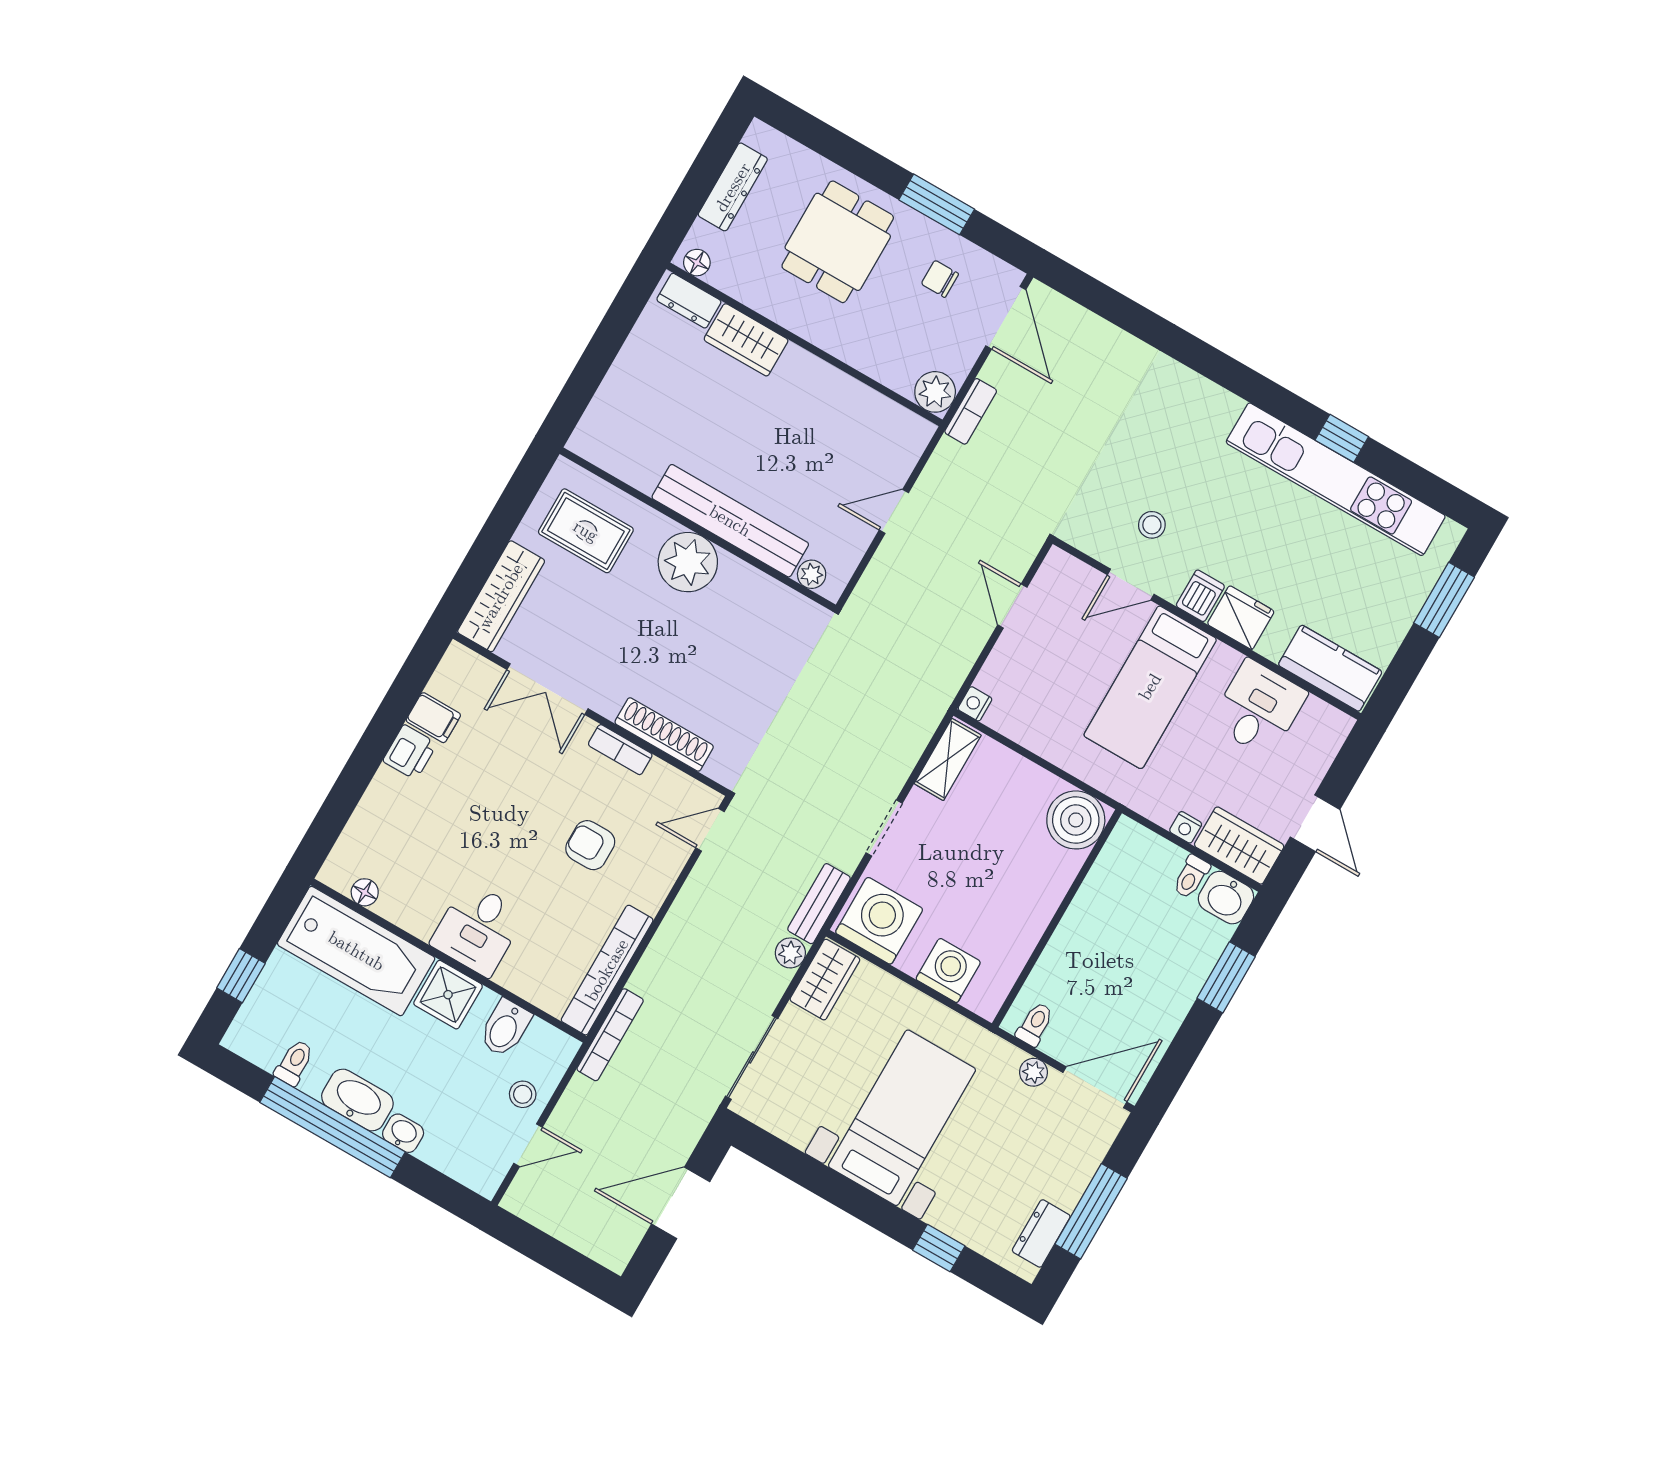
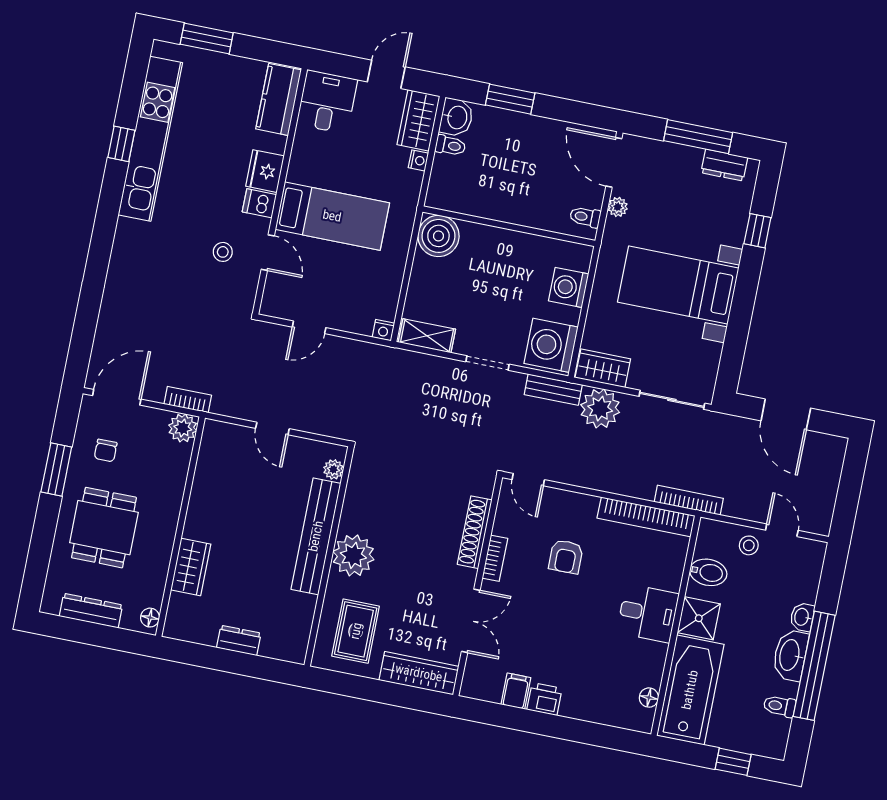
dining table: (838, 242) -> (104, 528), turned 90
dresser: (689, 301) -> (239, 640), moved, turned -90
desk: (1259, 708) -> (327, 102), moved, turned 90
plant: (790, 953) -> (600, 409), width x1.88, depth x1.88

